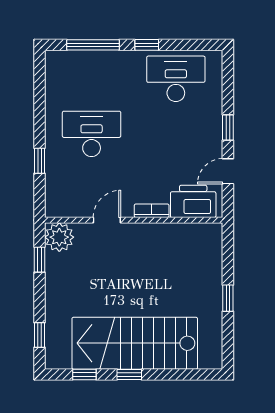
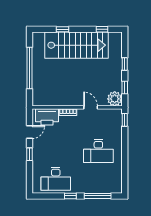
window: (40, 161) -> (125, 120), moved
door: (107, 220) -> (91, 107), swing flipped
window: (228, 298) -> (29, 68), width x3.17
window: (40, 335) -> (125, 64), moved
window: (129, 375) -> (63, 29), moved

